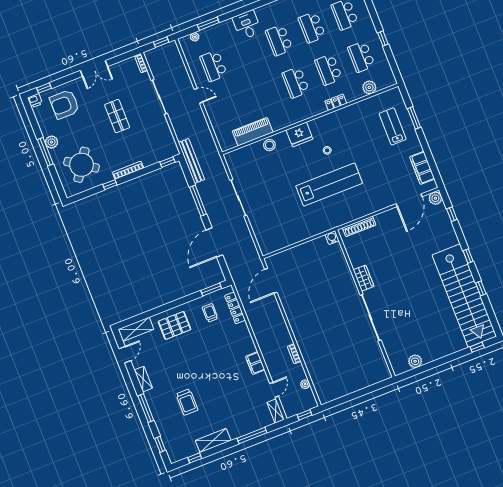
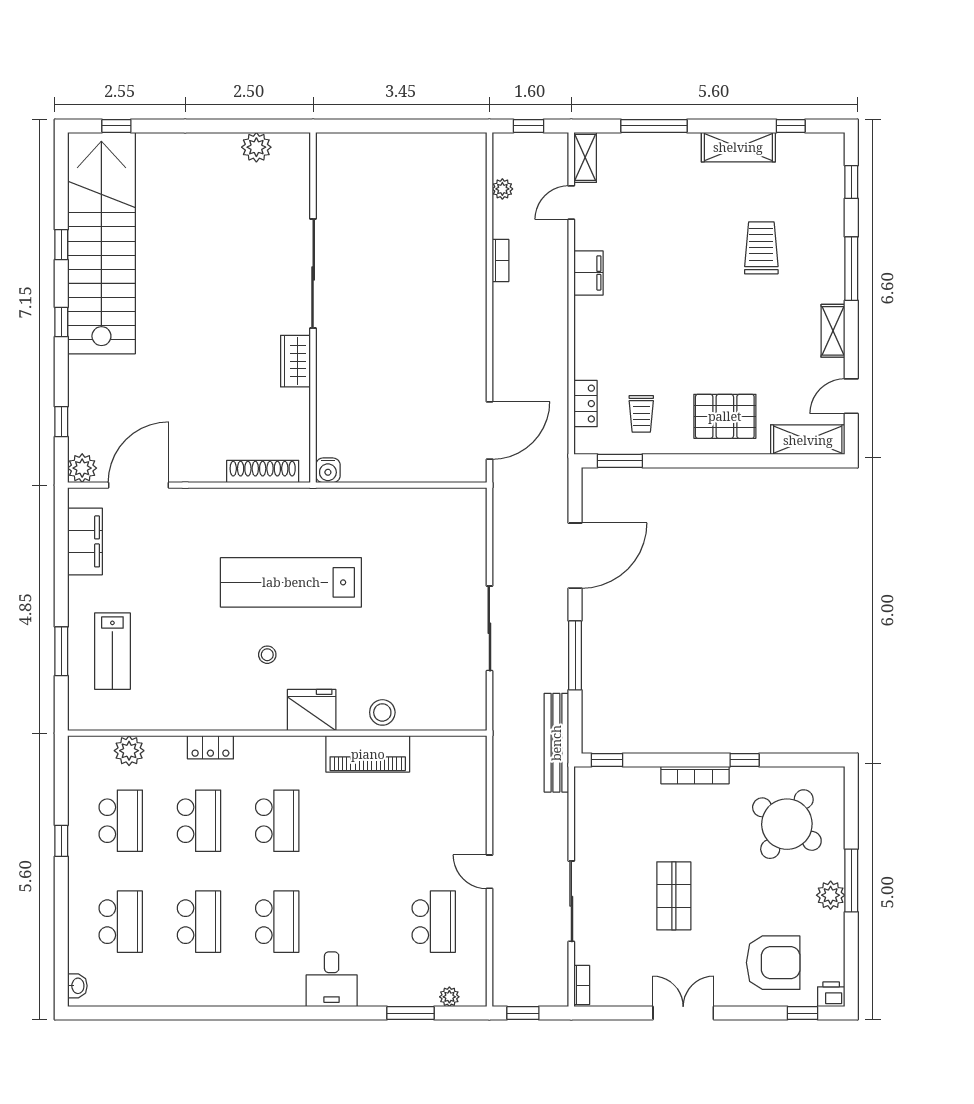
piano: (253, 132) -> (368, 754), moved
locker: (235, 308) -> (585, 404), width x0.66

